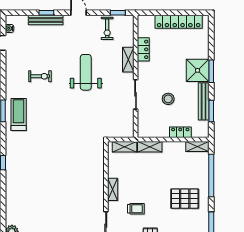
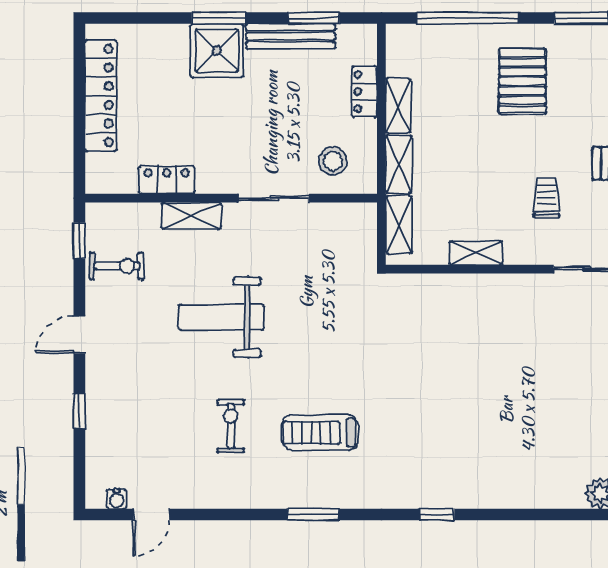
bench: (46, 20) -> (97, 413), removed
stool: (168, 99) -> (333, 161), moved
treadmill: (19, 114) -> (320, 433), moved
shelving: (197, 146) -> (398, 106), moved
shelving: (113, 189) -> (476, 253), moved

